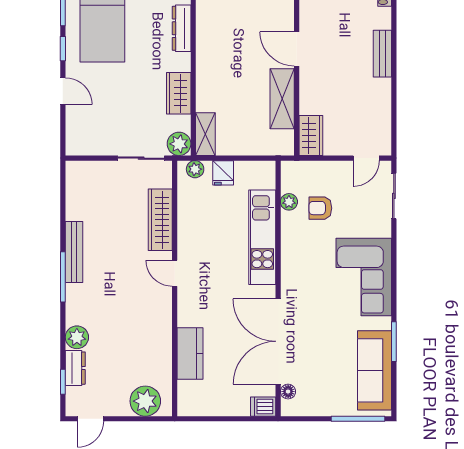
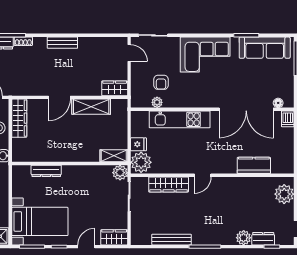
wardrobe: (179, 93) -> (114, 237), moved, turned 180
plant: (195, 169) -> (141, 162), width x1.87, depth x1.87
bench: (74, 252) -> (172, 240), moved

